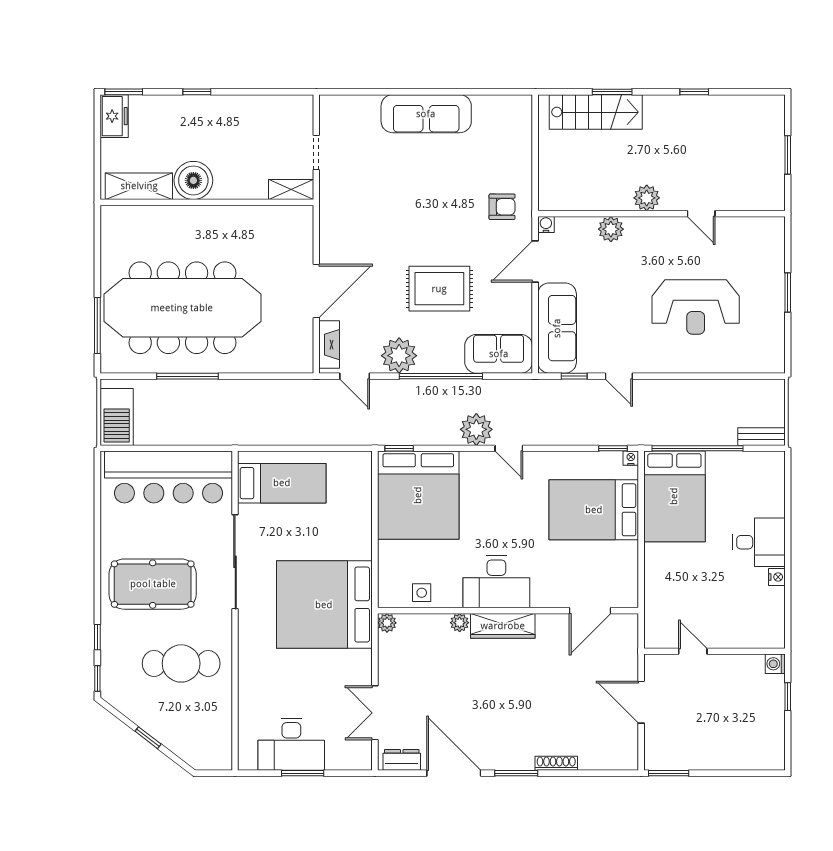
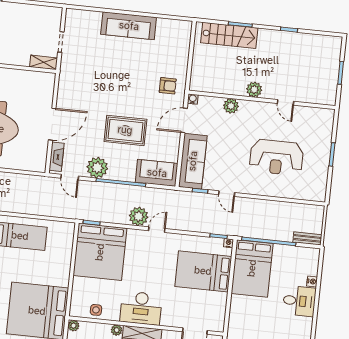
door: (509, 448) -> (157, 230), swing flipped
nightstand: (777, 577) -> (312, 281), moved

